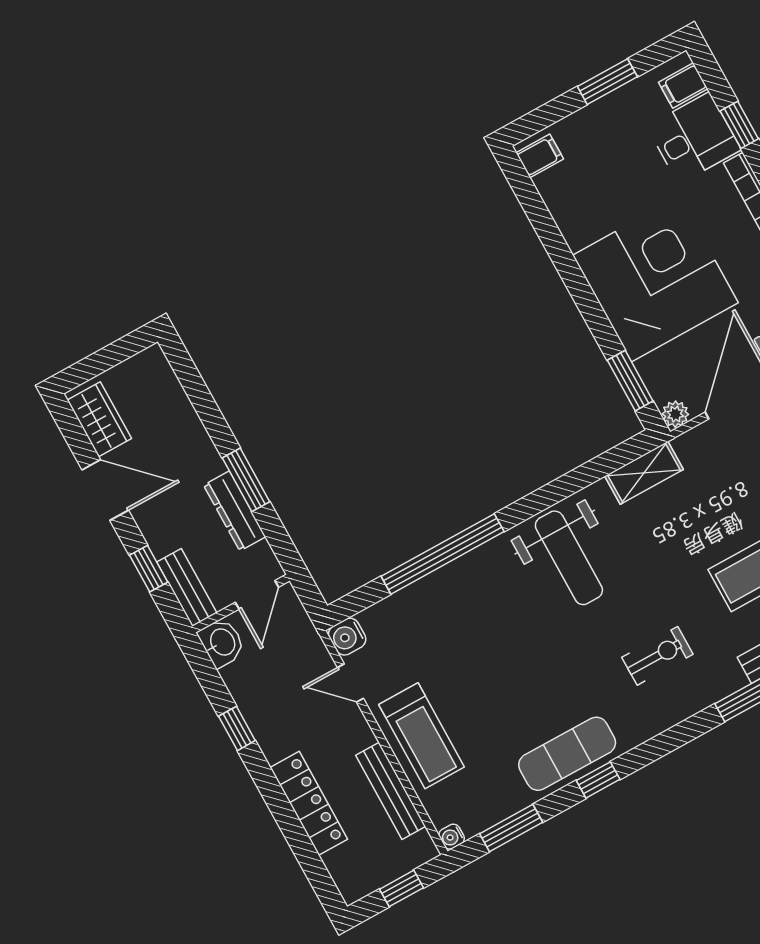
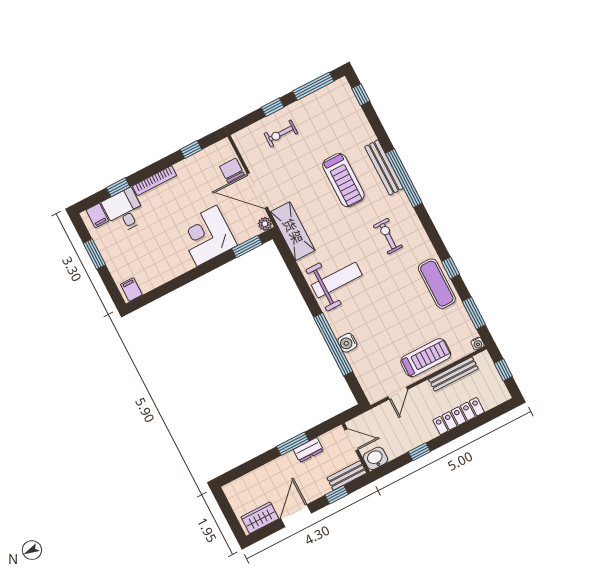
corner desk: (655, 279) -> (207, 236), width x0.74, depth x0.74
shelving: (644, 473) -> (293, 231), width x1.50, depth x1.33
dresser: (235, 511) -> (308, 450), width x0.70
water cooler: (347, 637) -> (347, 343), moved, turned 90

